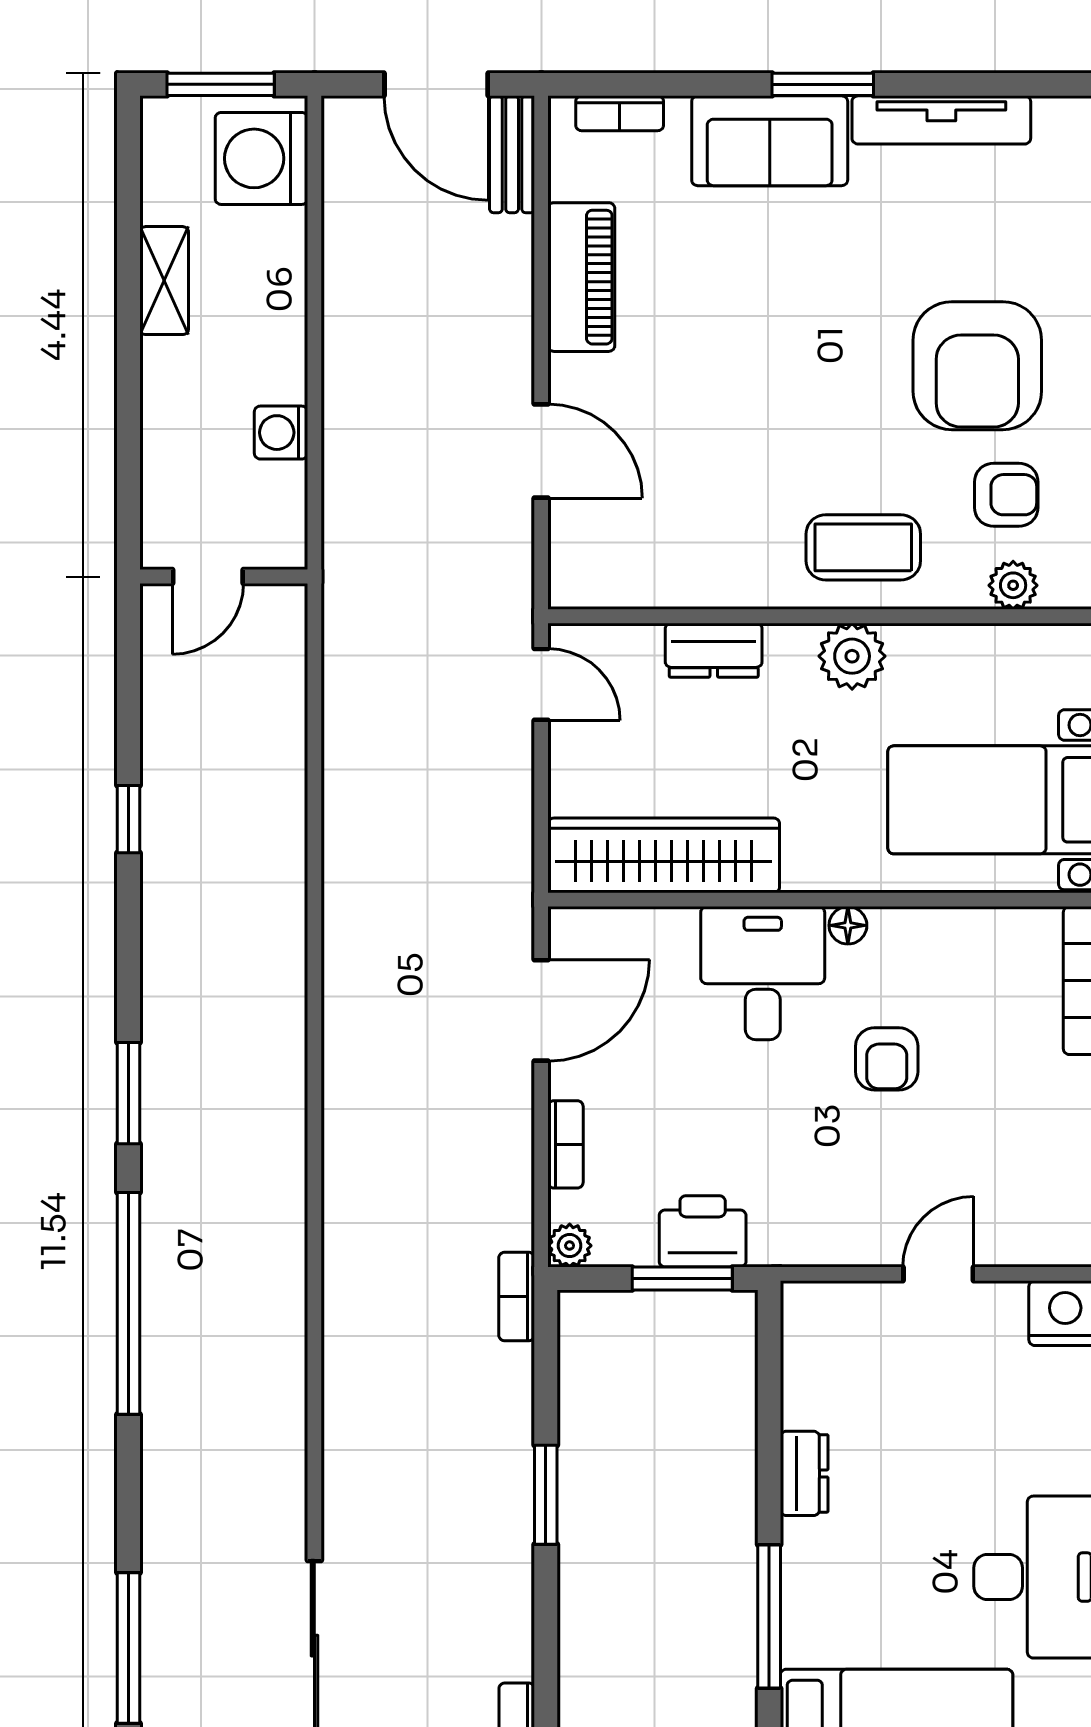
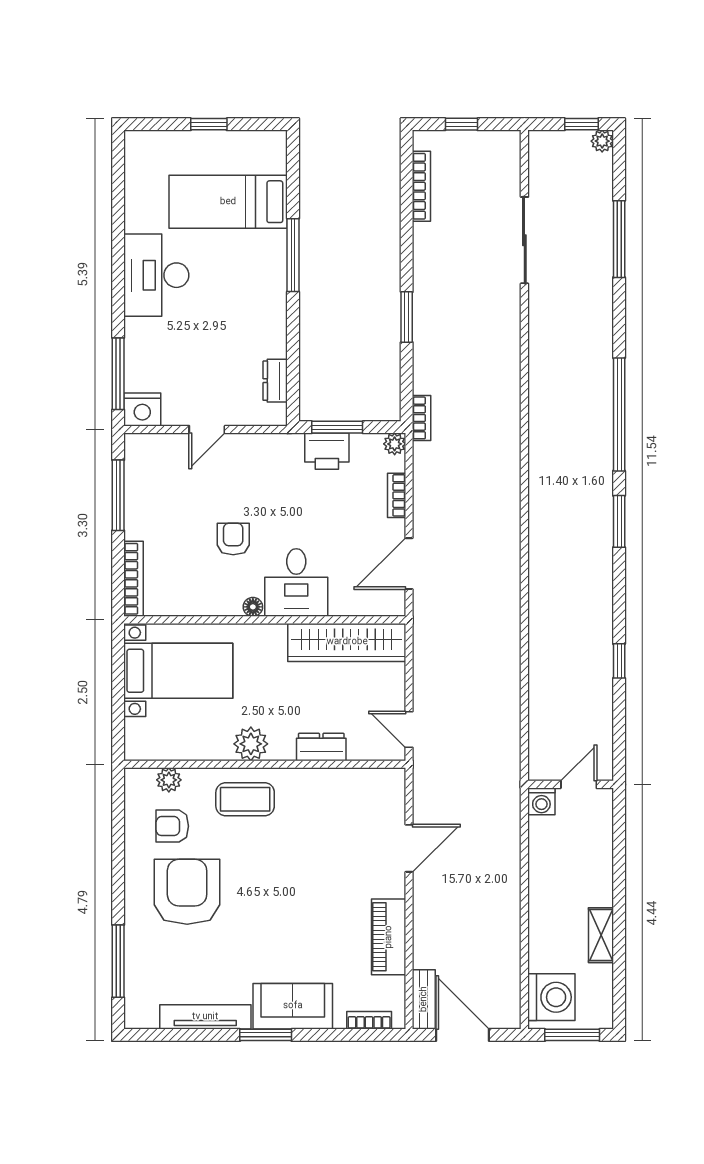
washing machine: (281, 433) -> (541, 801), moved, turned 90
door: (541, 451) -> (409, 848), swing flipped
dresser: (804, 1473) -> (275, 381), moved

